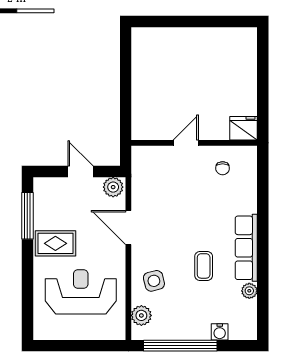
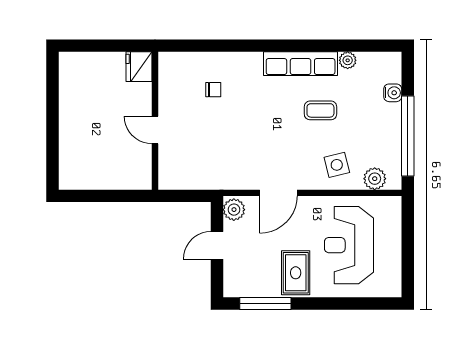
fridge: (243, 128) -> (139, 67), moved
door: (186, 143) -> (155, 130), moved
wall: (194, 143) -> (155, 121), moved

